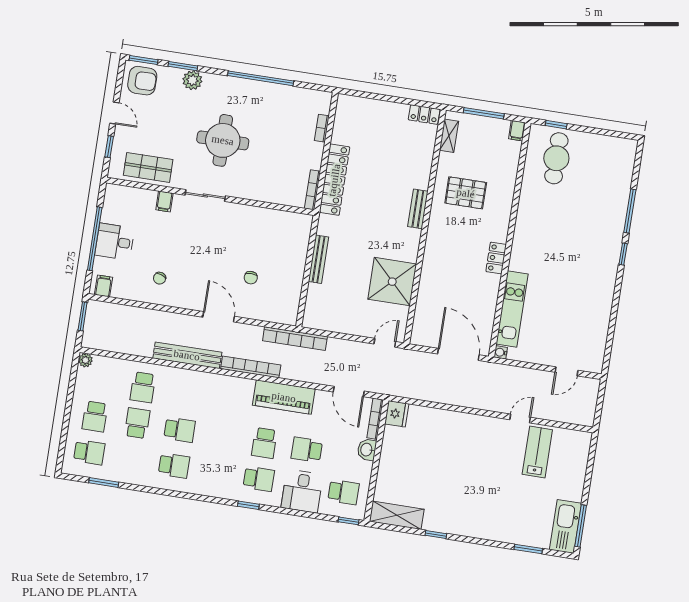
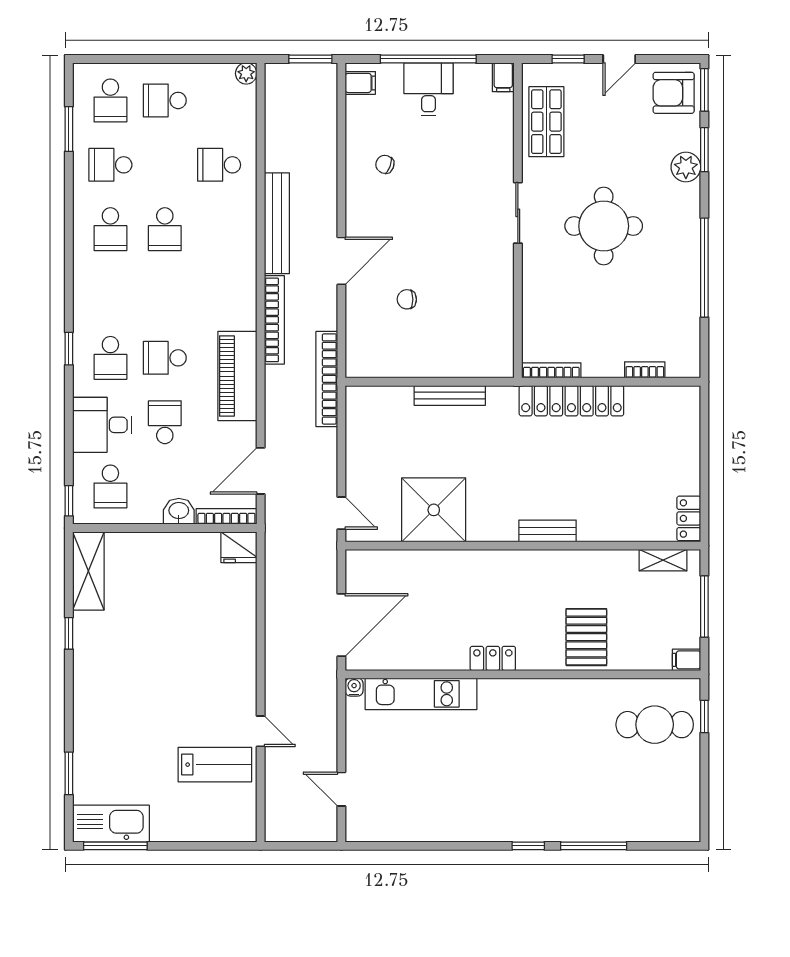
armchair: (142, 81) -> (674, 93), turned 90
pallet: (466, 193) -> (586, 637), moved
filing cabinet: (164, 202) -> (503, 77), moved, turned -90
school desk: (137, 423) -> (110, 165), moved, turned 180

